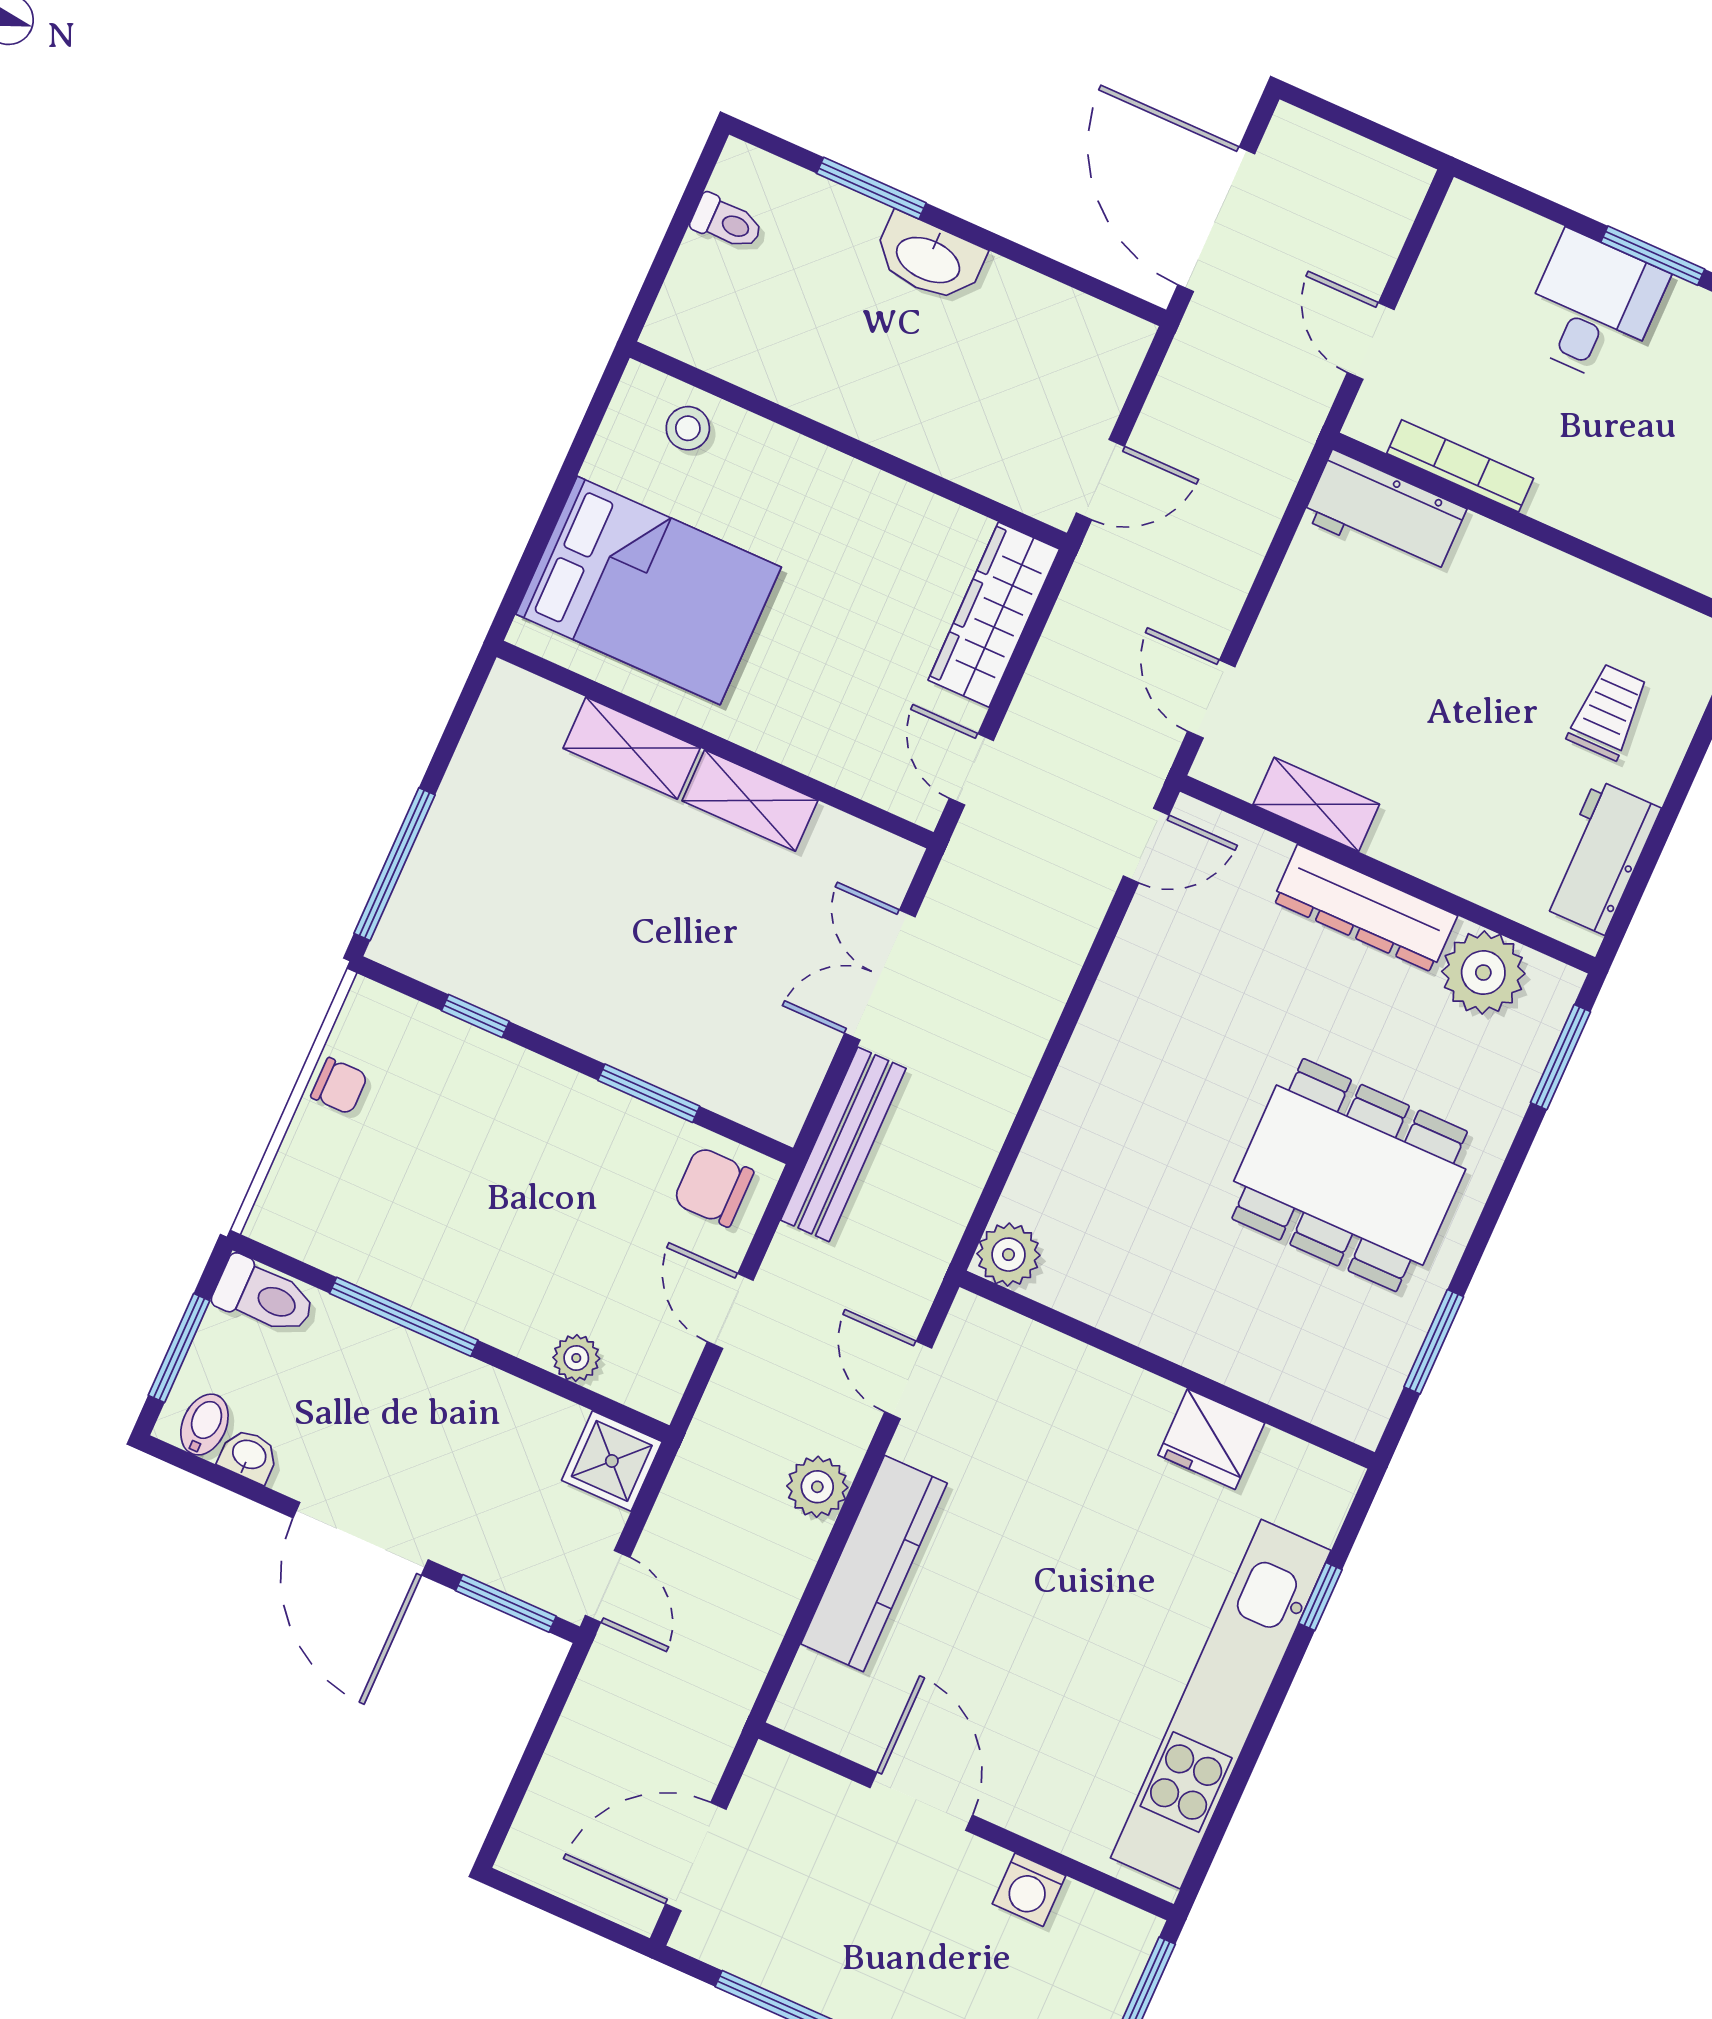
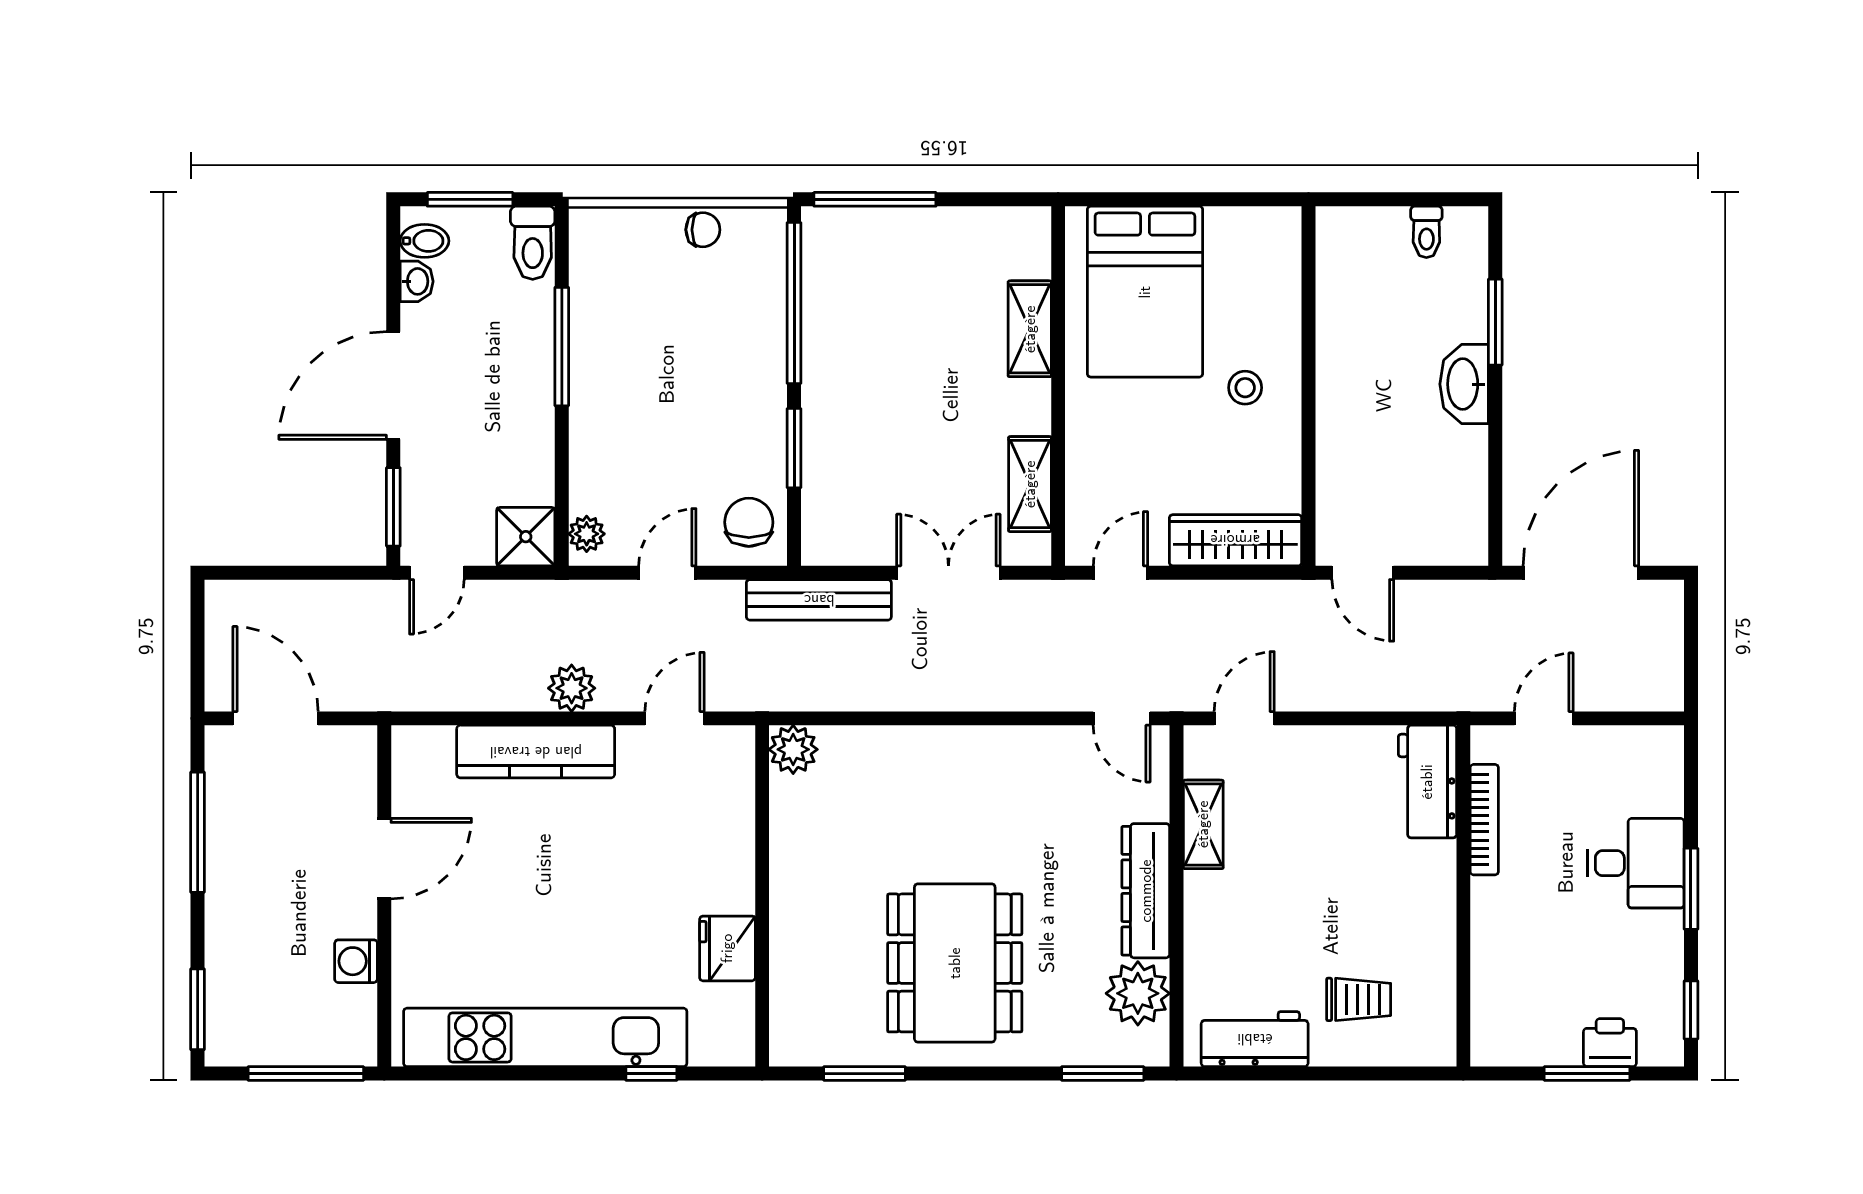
stool: (688, 428) -> (1245, 388), moved
shelving: (750, 801) -> (1030, 484), moved
window: (475, 1016) -> (794, 303), width x3.17
chair: (339, 1086) -> (703, 230), turned -90
plant: (576, 1358) -> (587, 534), moved

